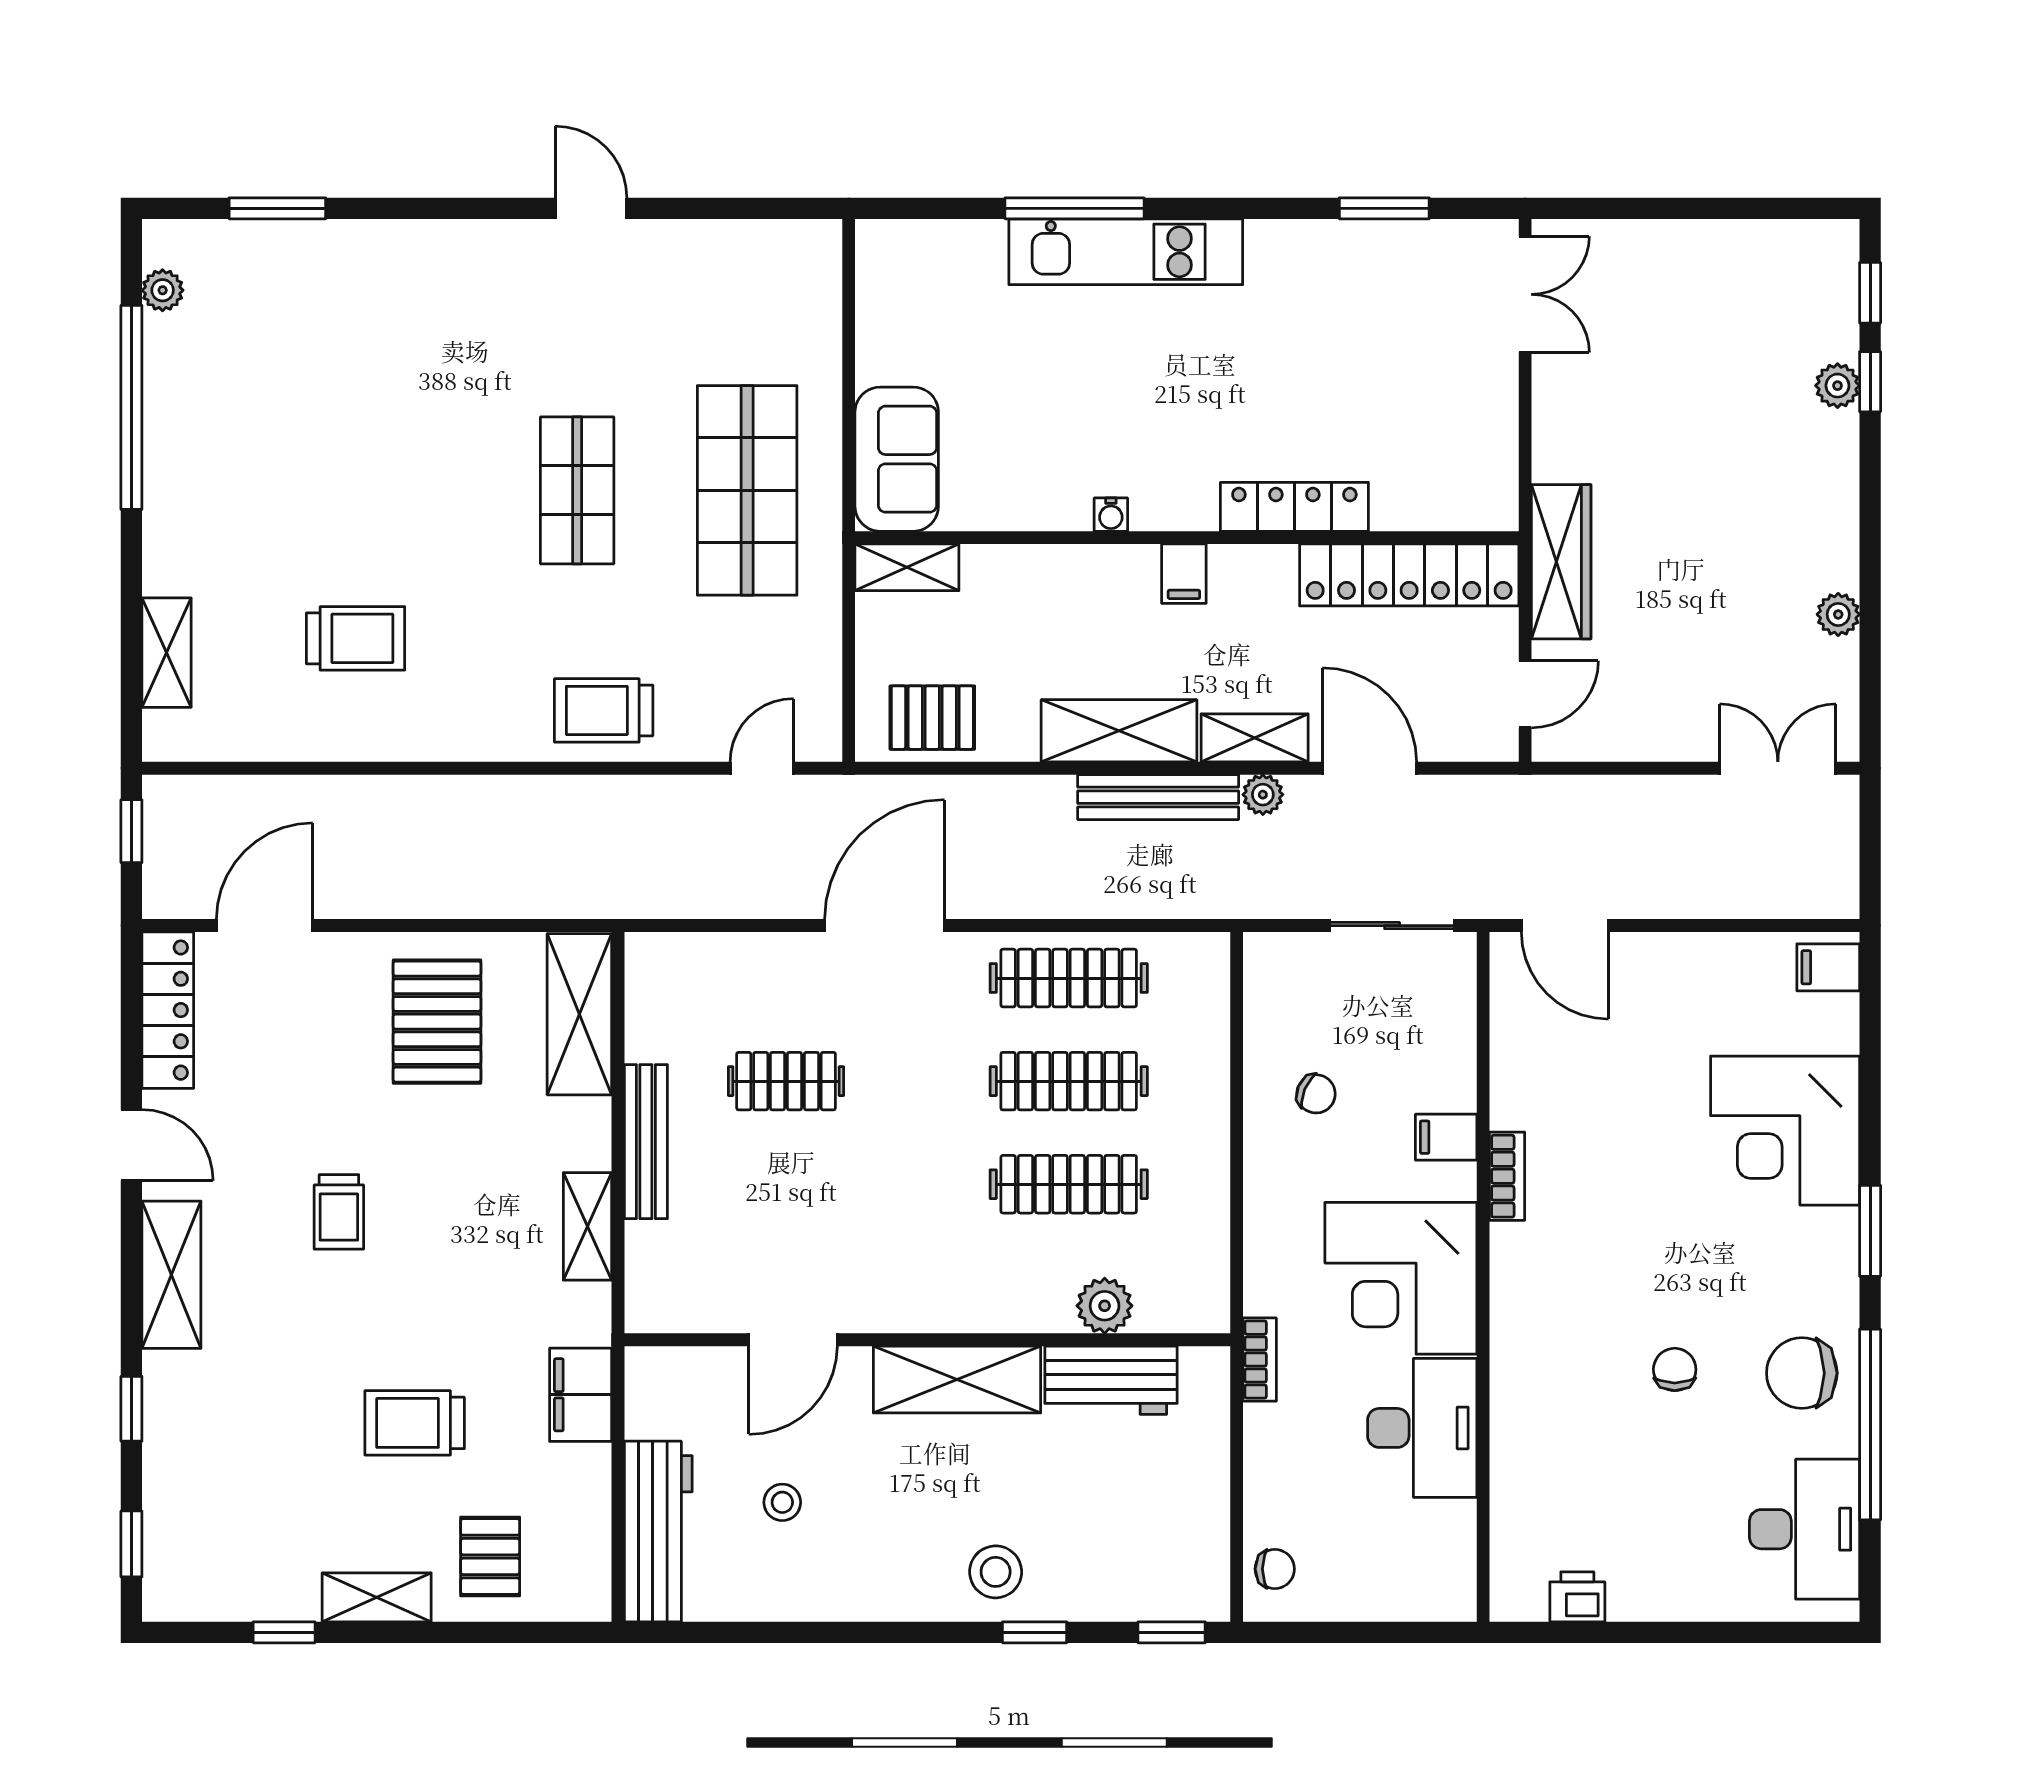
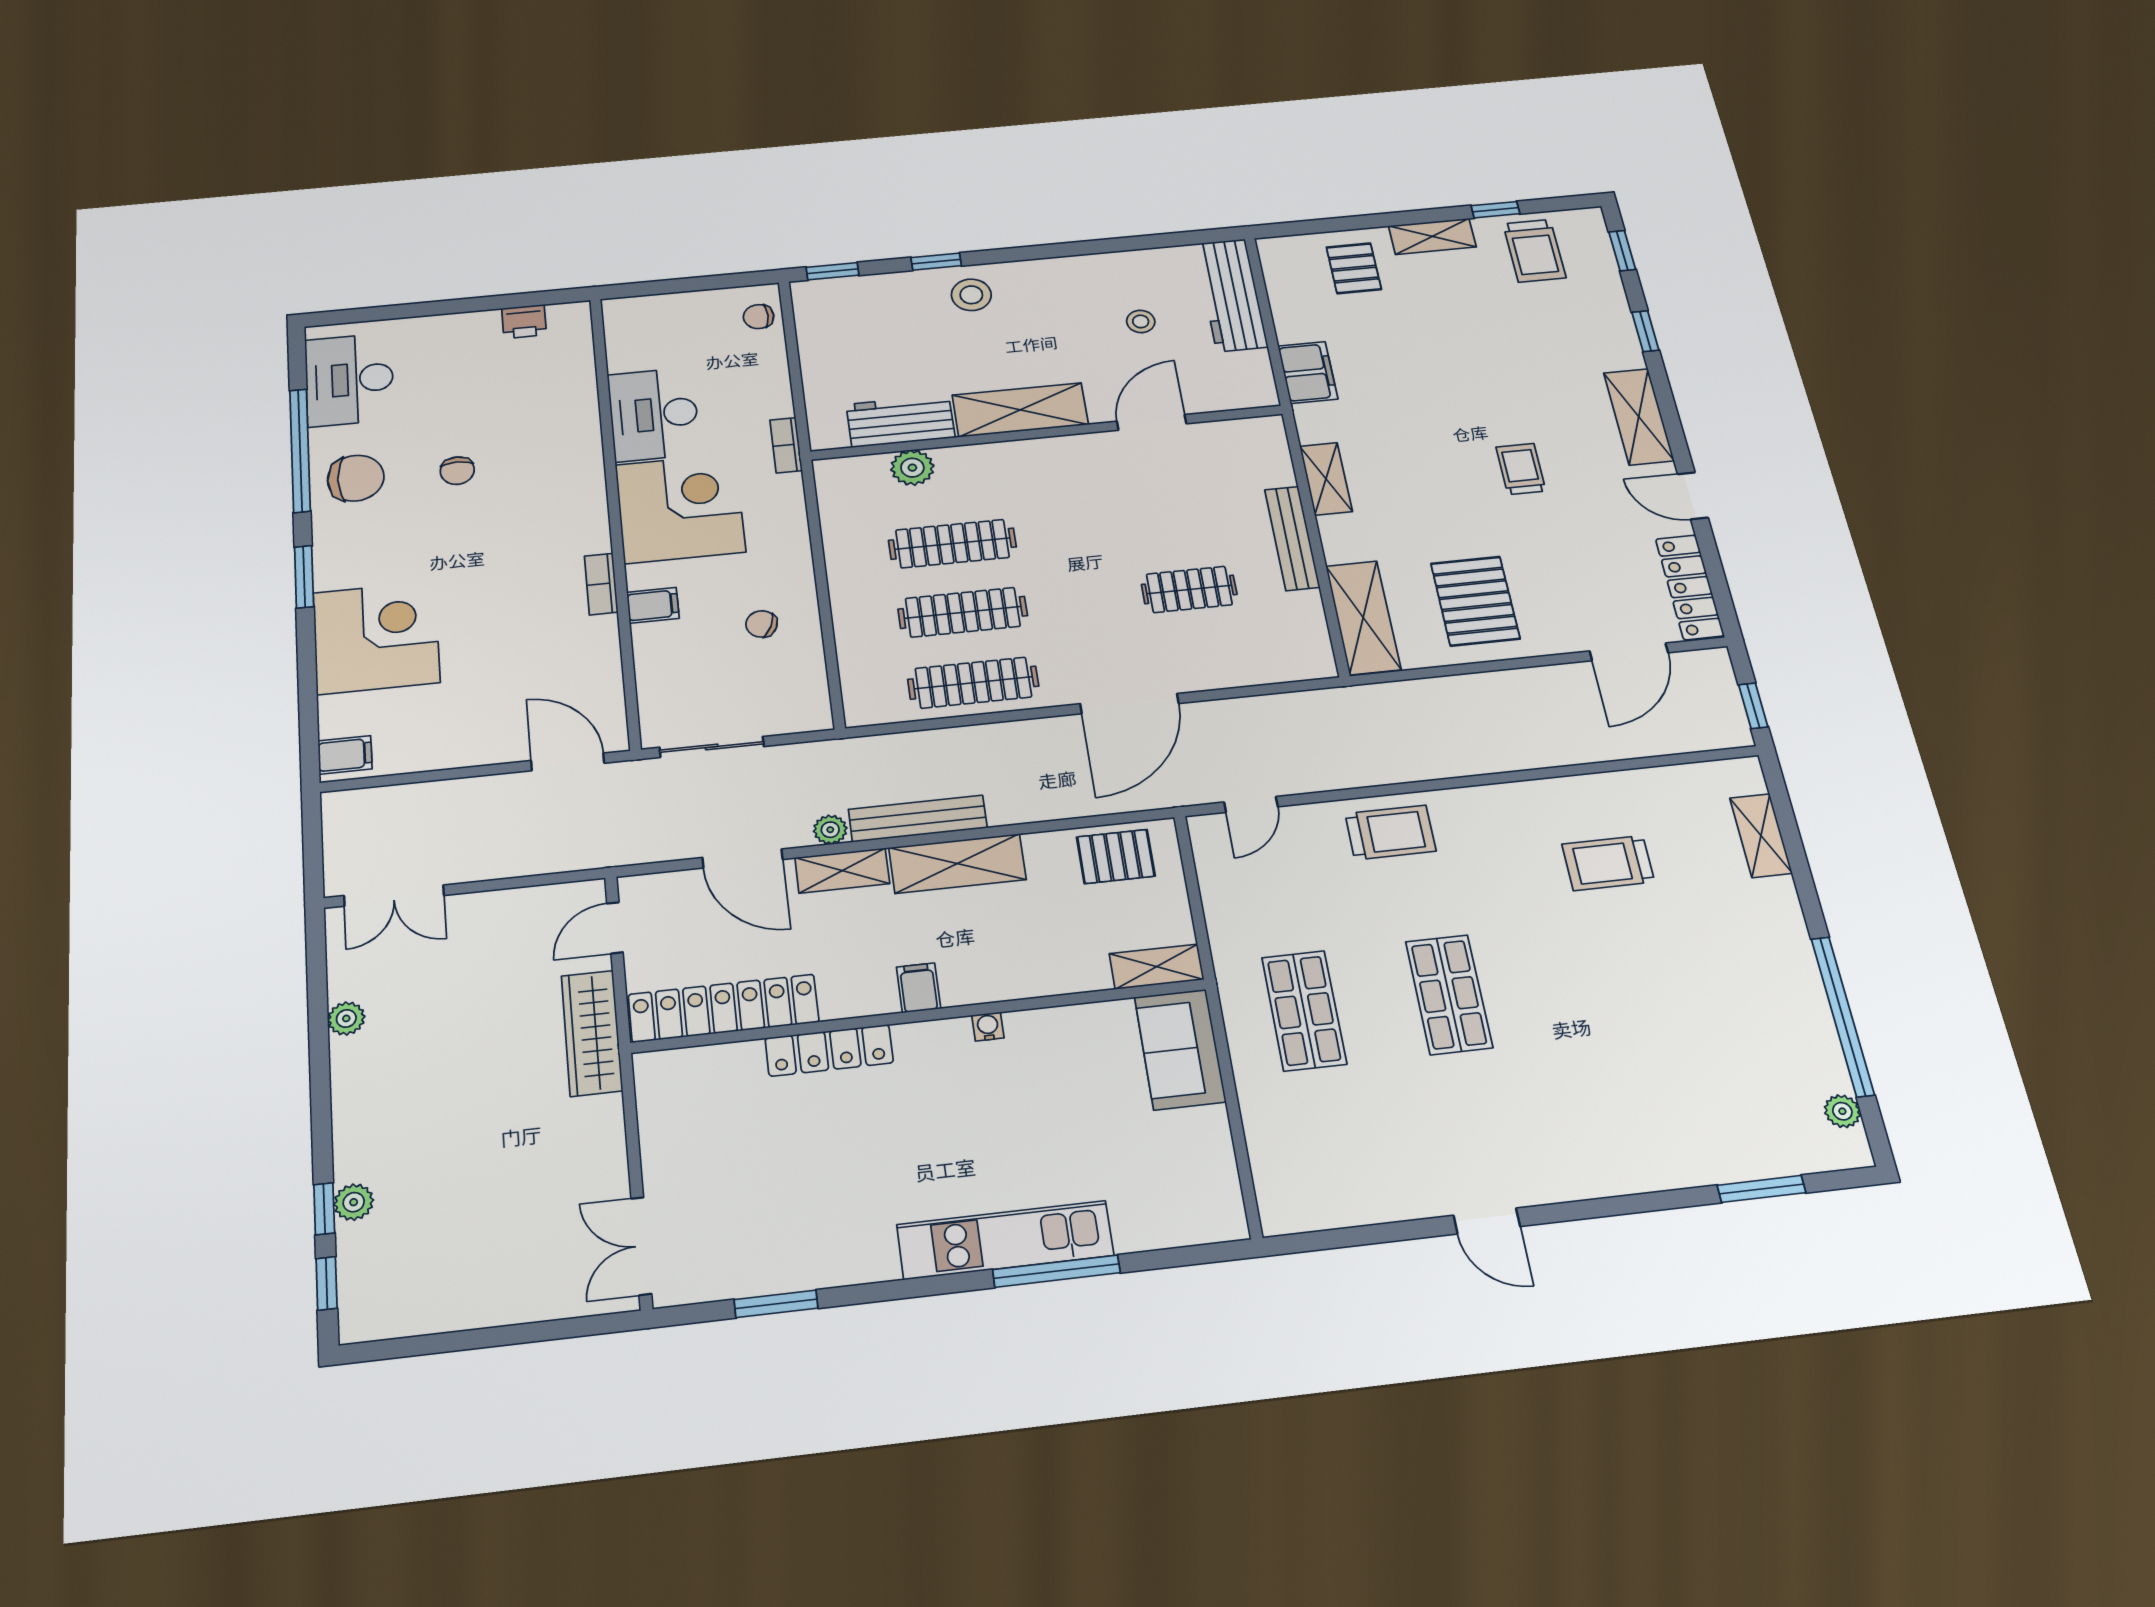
shop shelf: (747, 490) -> (1304, 1011), width x0.70, depth x0.74
trolley: (415, 1423) -> (1534, 251), moved, turned 90

